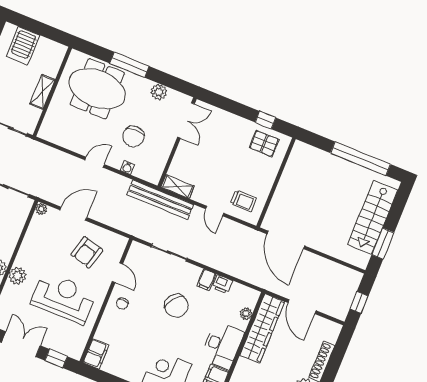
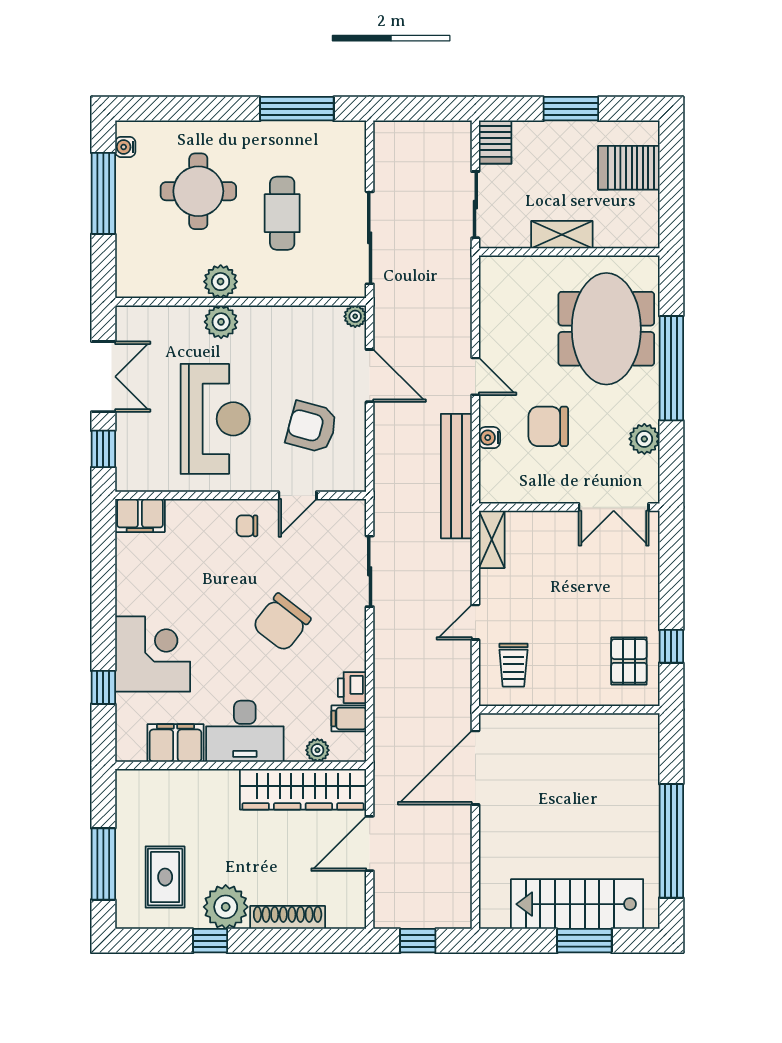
window: (129, 65) -> (671, 368), width x1.46
bench: (160, 200) -> (456, 476), moved
window: (383, 244) -> (584, 941), moved
filing cabinet: (206, 280) -> (349, 718), moved

